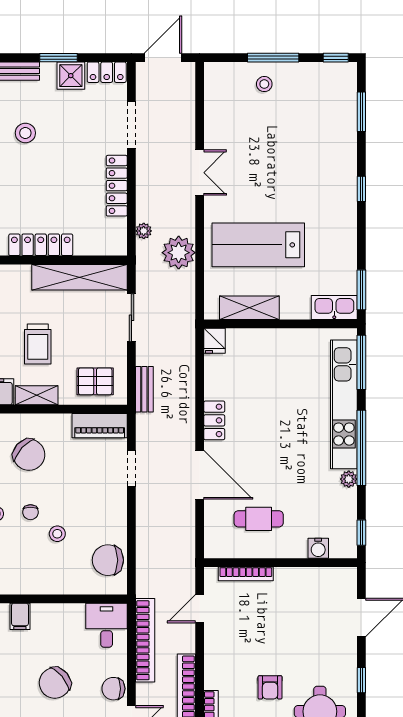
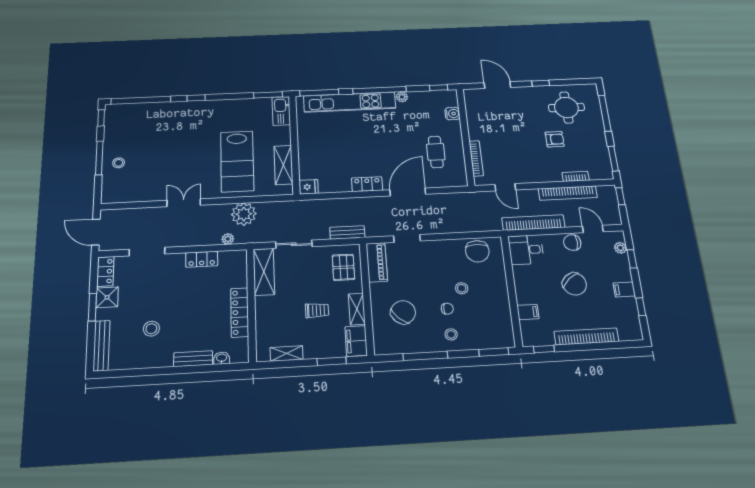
window: (361, 112) -> (141, 100), width x2.11
locker: (117, 186) -> (202, 259), width x0.66
shelving: (80, 277) -> (264, 272), width x0.68
trolley: (38, 344) -> (317, 310), width x0.73, depth x0.72
chair: (113, 689) -> (572, 243), turned 90

